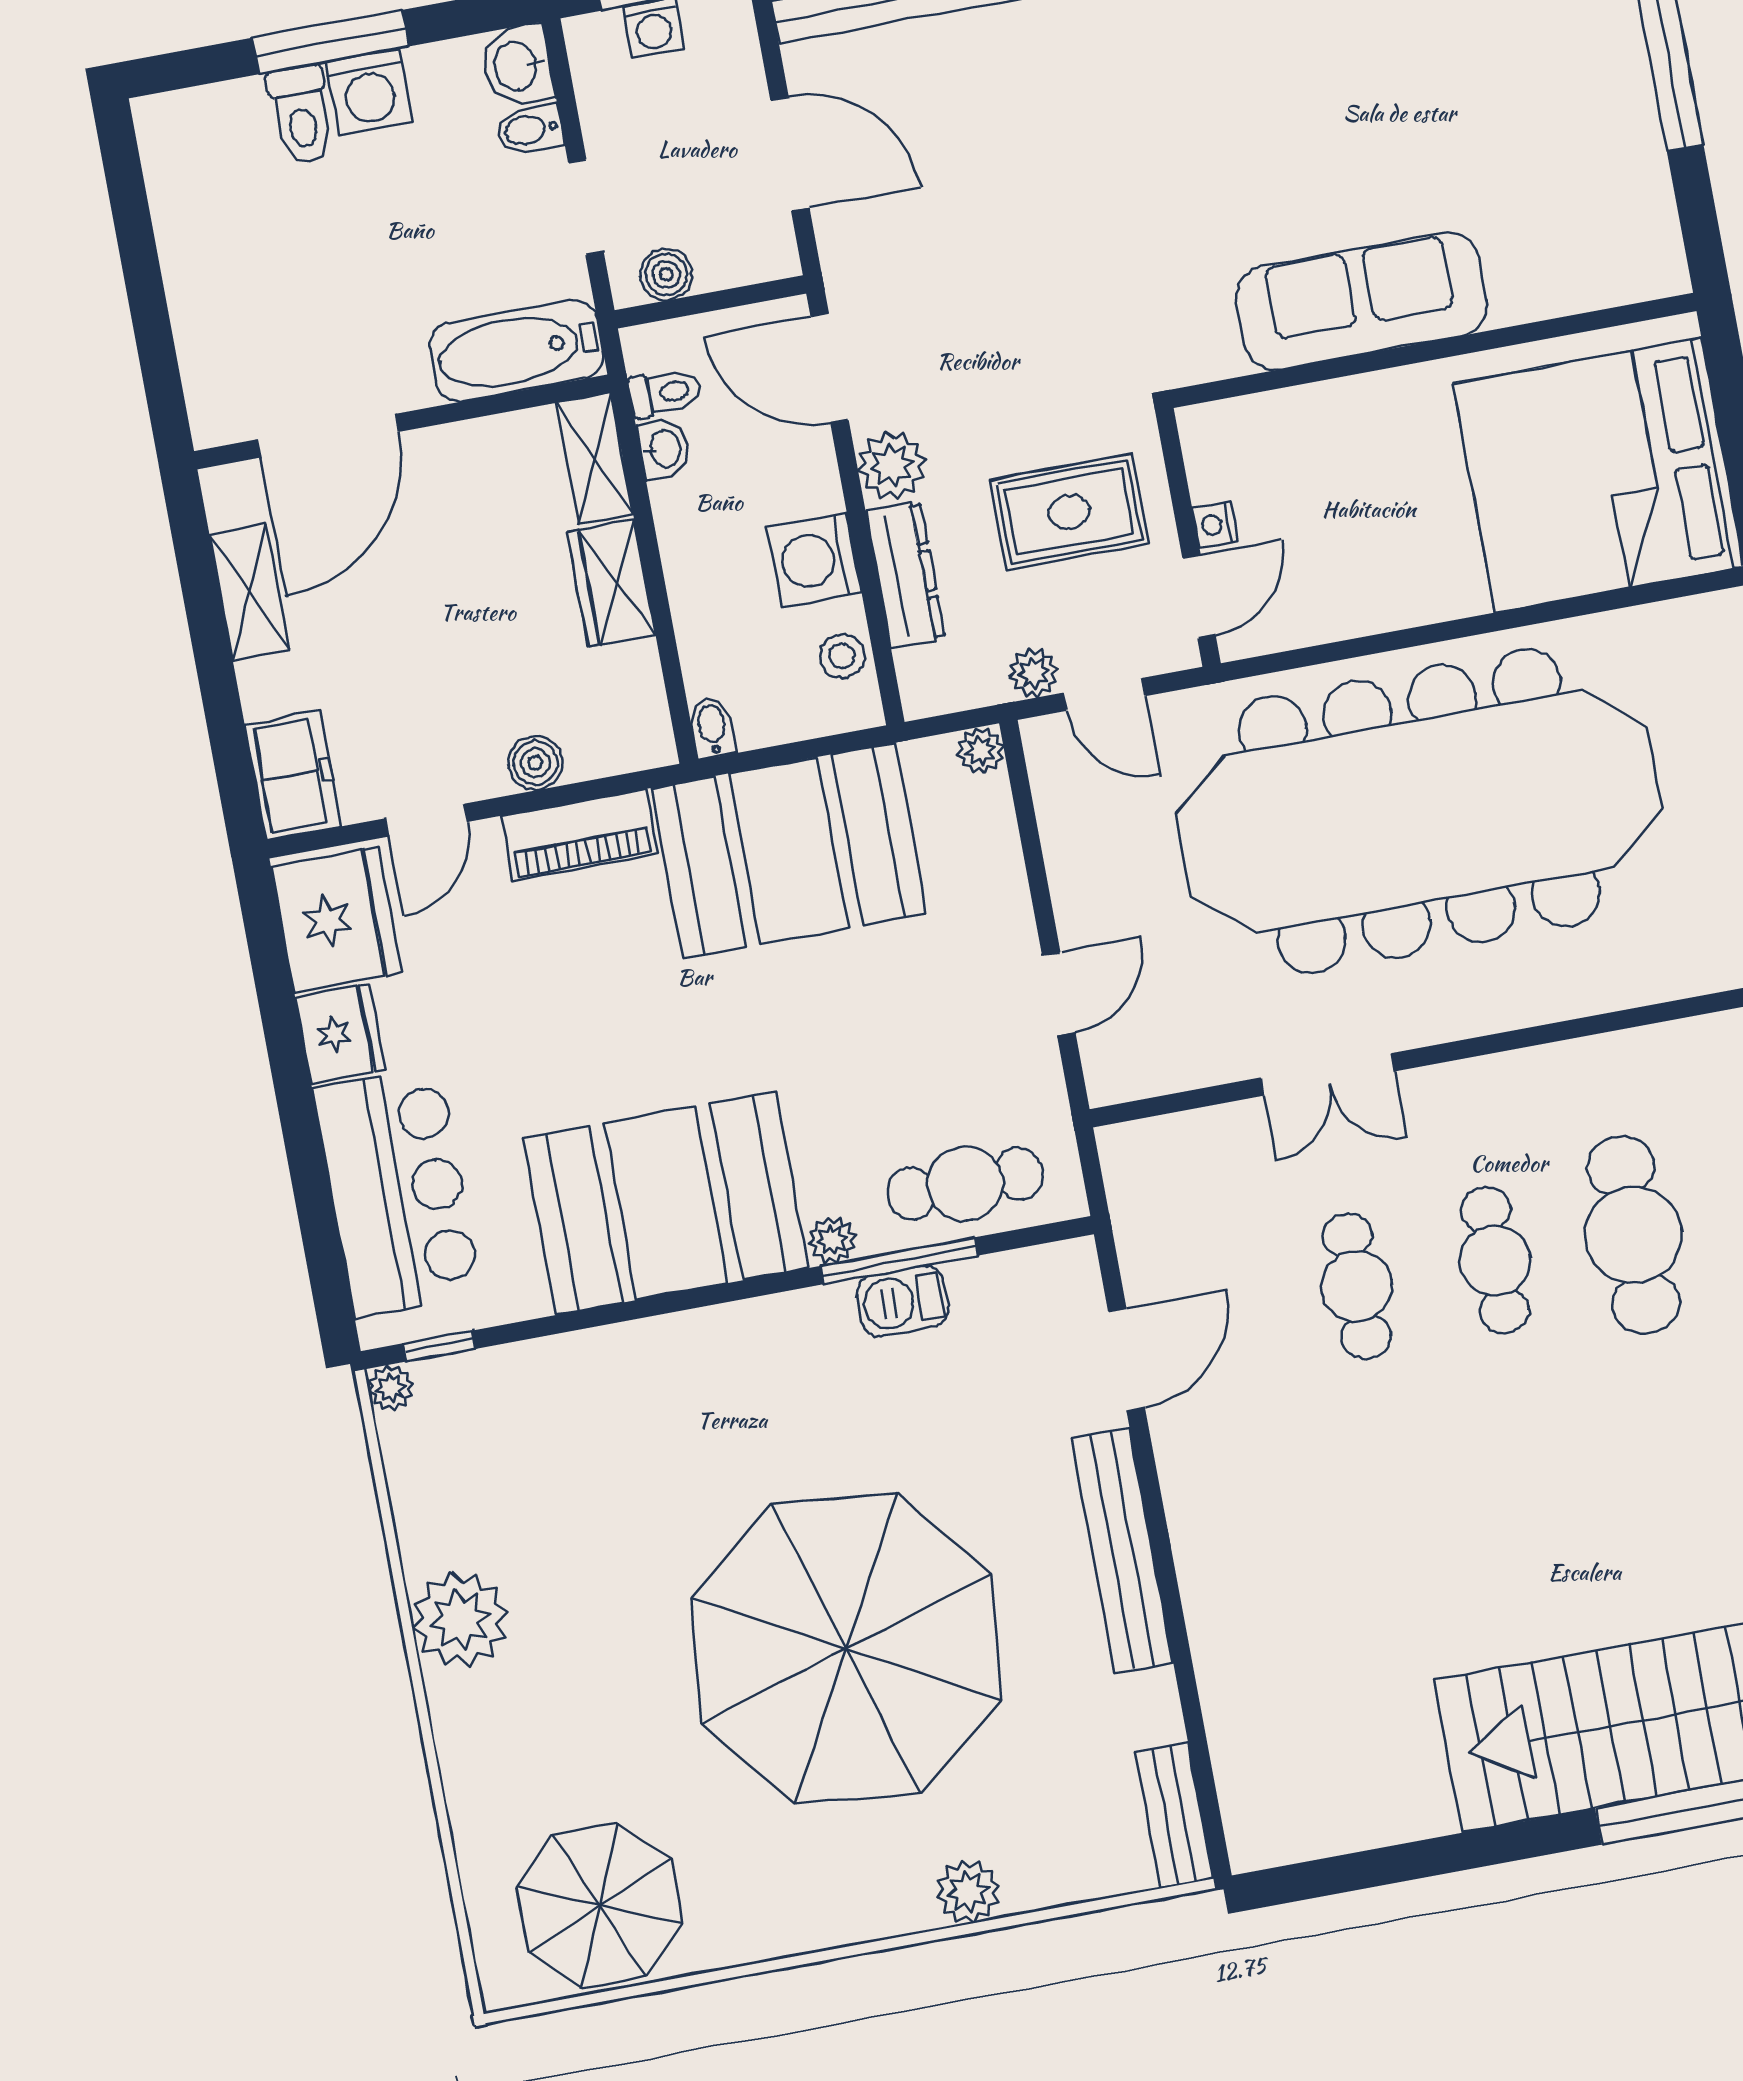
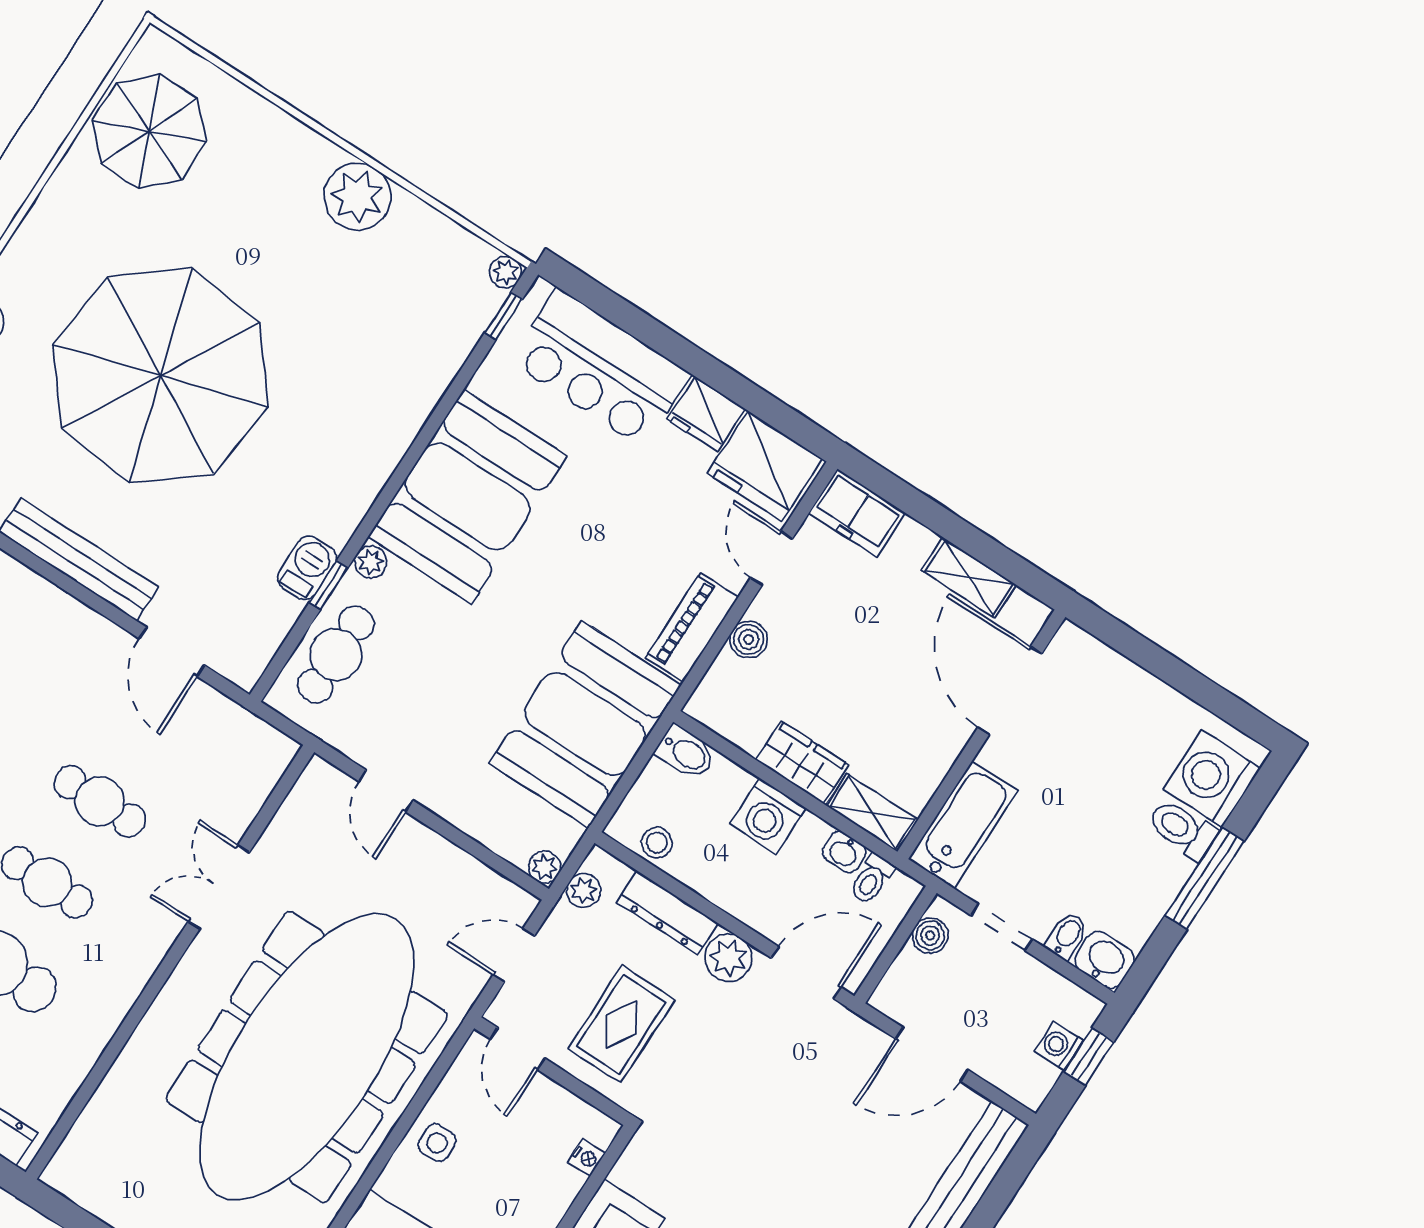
washing machine: (369, 92) -> (1212, 779), moved, width x1.37, depth x1.37
nightstand: (1215, 525) -> (587, 1158), moved, turned 90
washing machine: (815, 560) -> (768, 816), moved, turned 180
side table: (1379, 587) -> (437, 1143), added
plant: (1033, 673) -> (584, 891), moved
bidet: (712, 728) -> (686, 753), width x1.38, depth x1.36
window: (899, 1261) -> (329, 585), width x0.46

